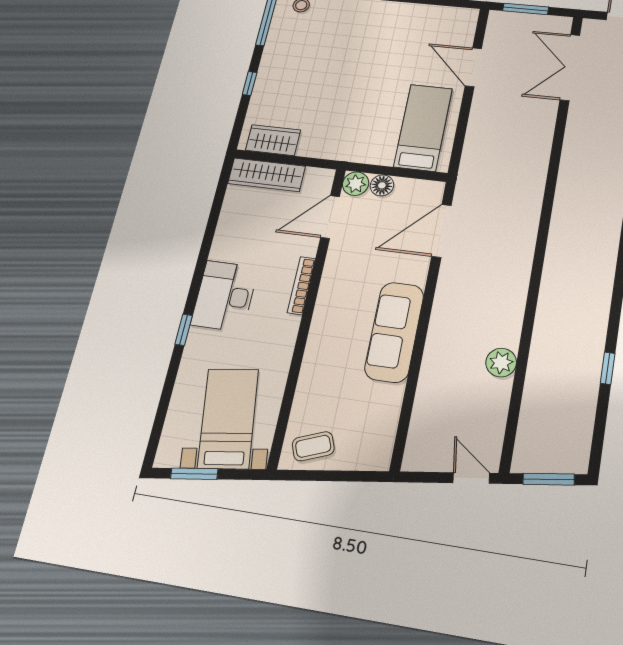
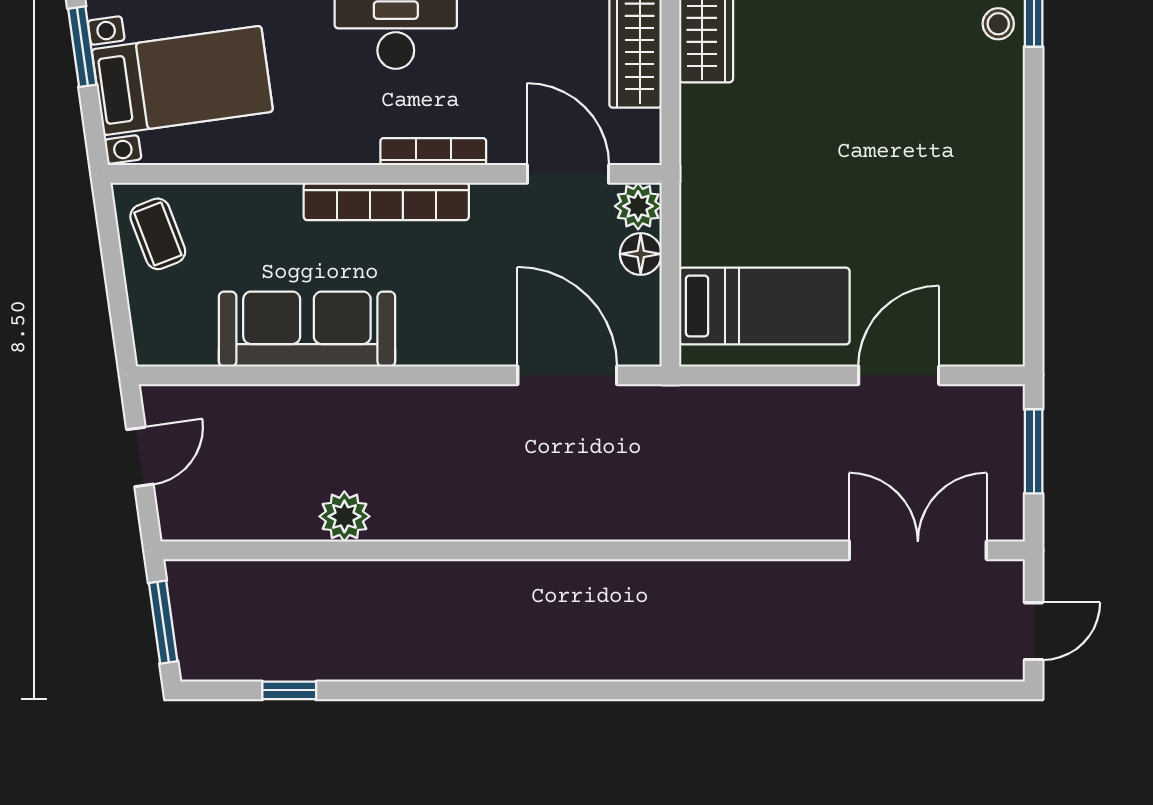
bookcase: (323, 314) -> (386, 201), added
sofa: (394, 332) -> (307, 329), moved
window: (608, 368) -> (289, 690), moved
door: (471, 478) -> (140, 457), moved

